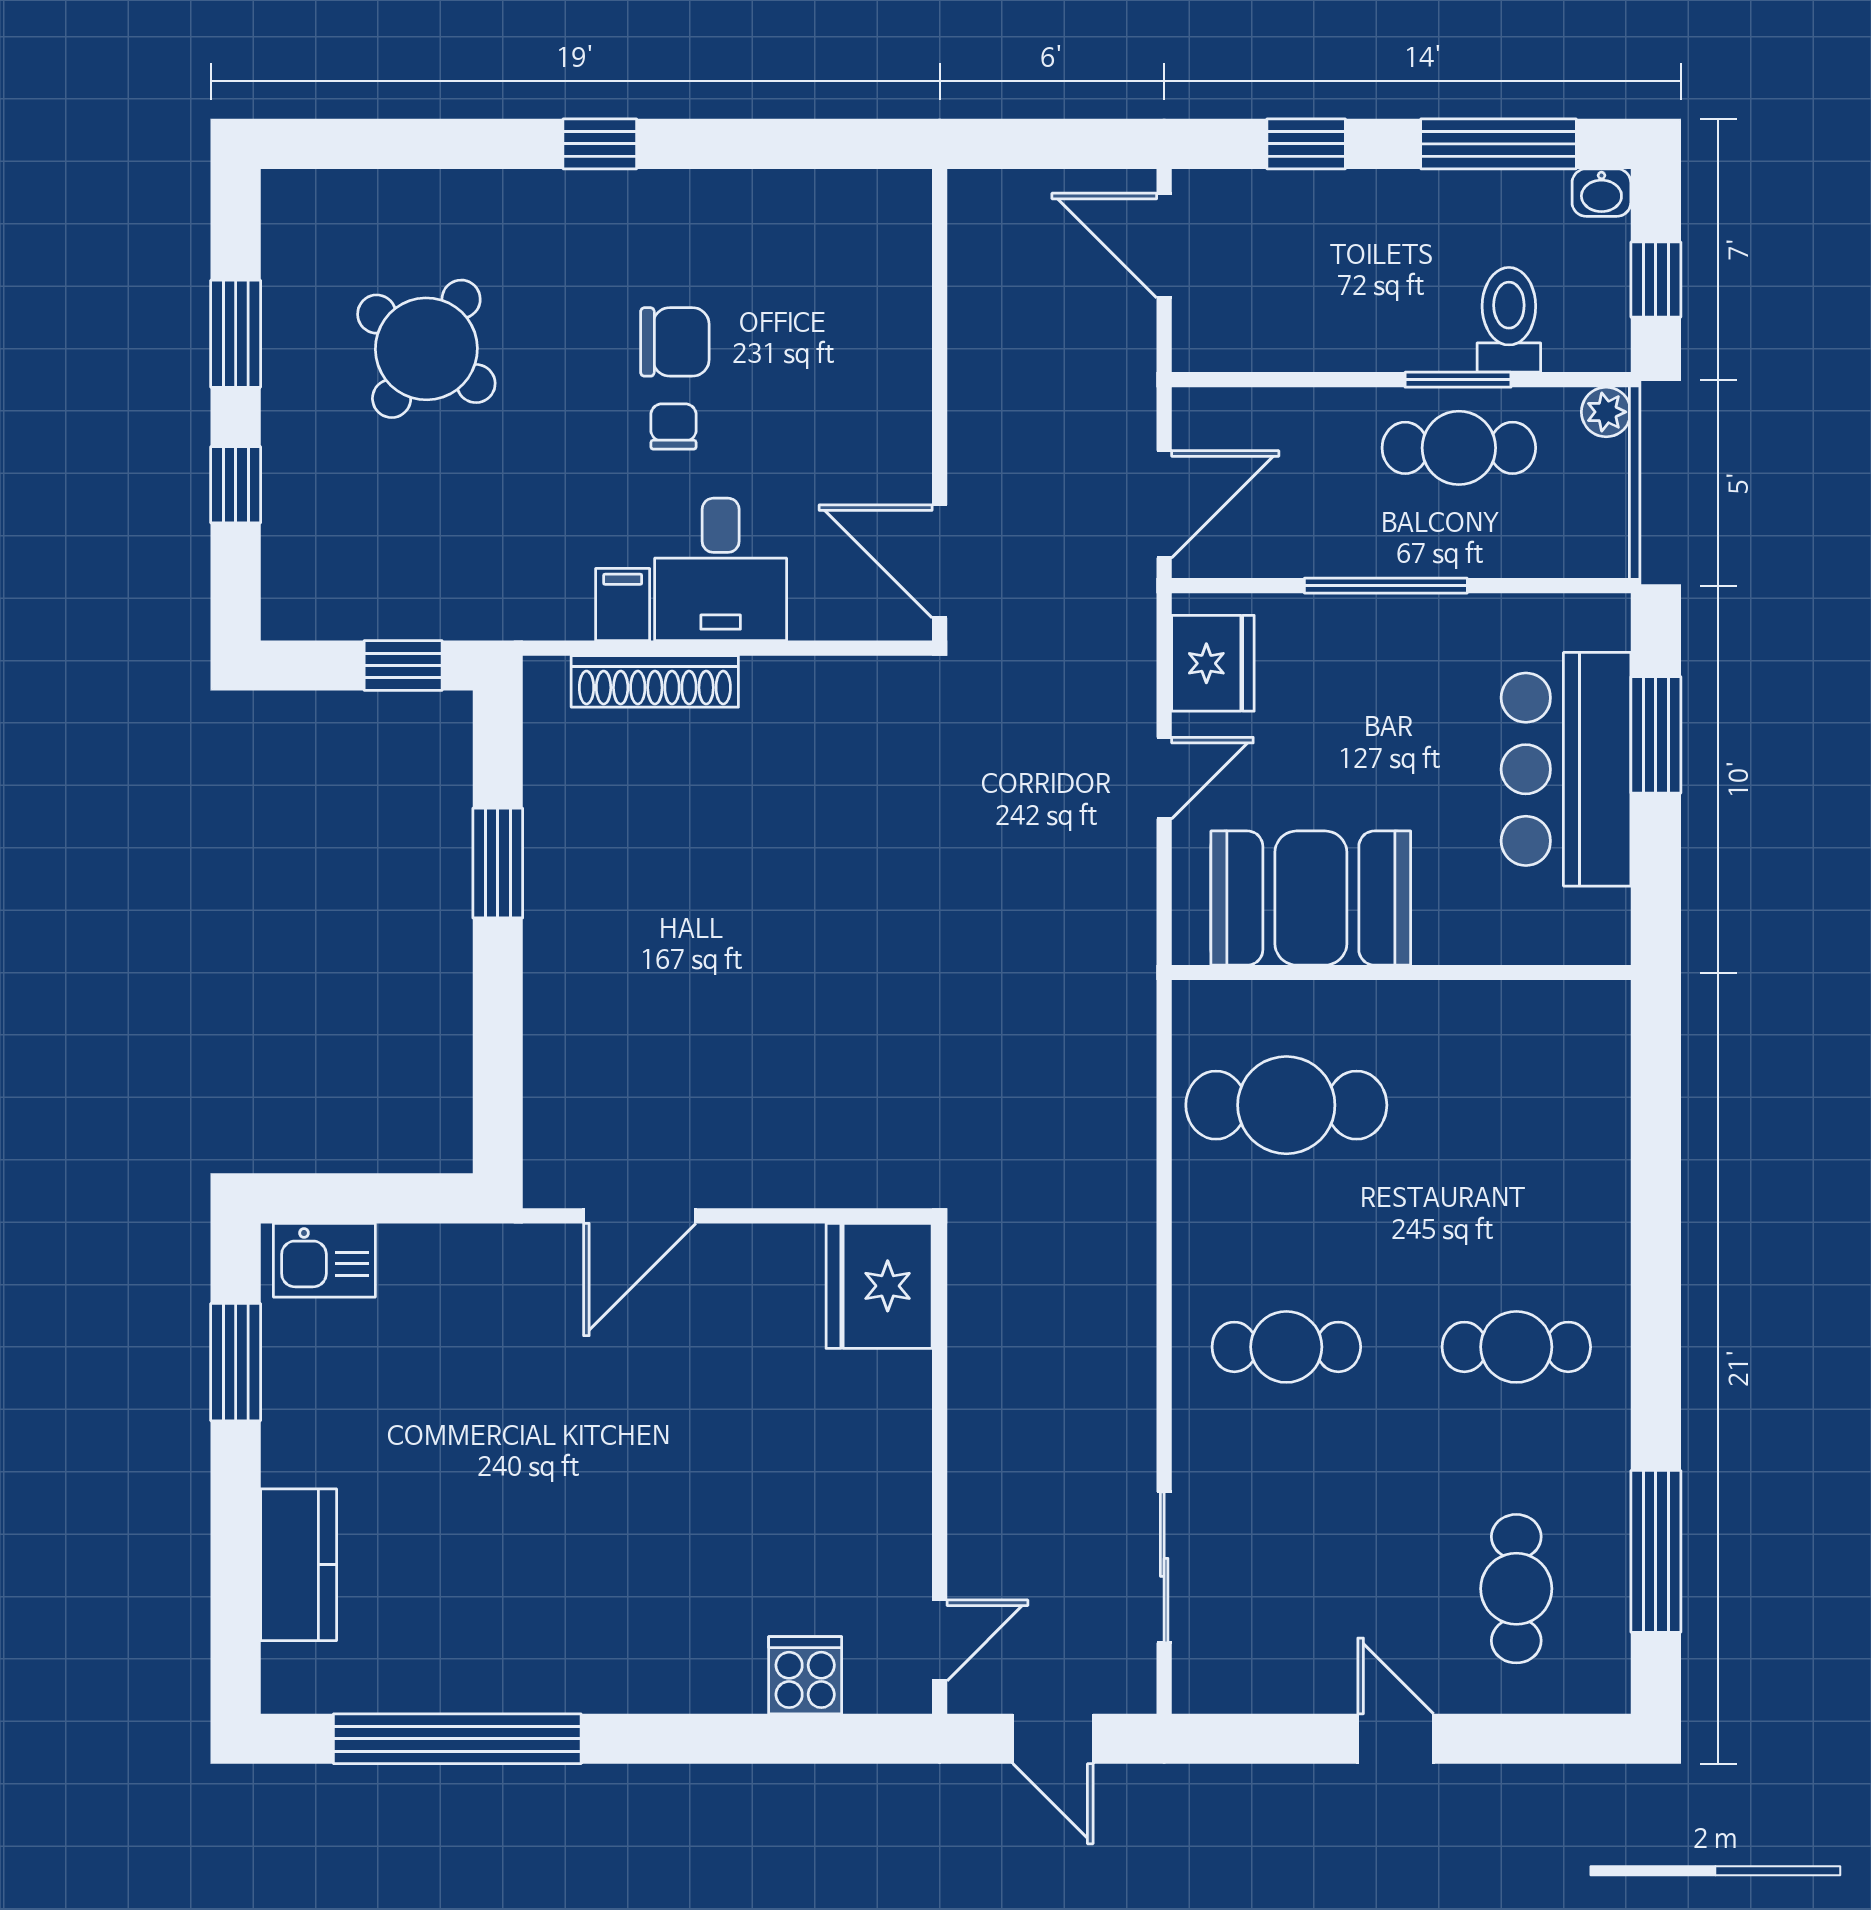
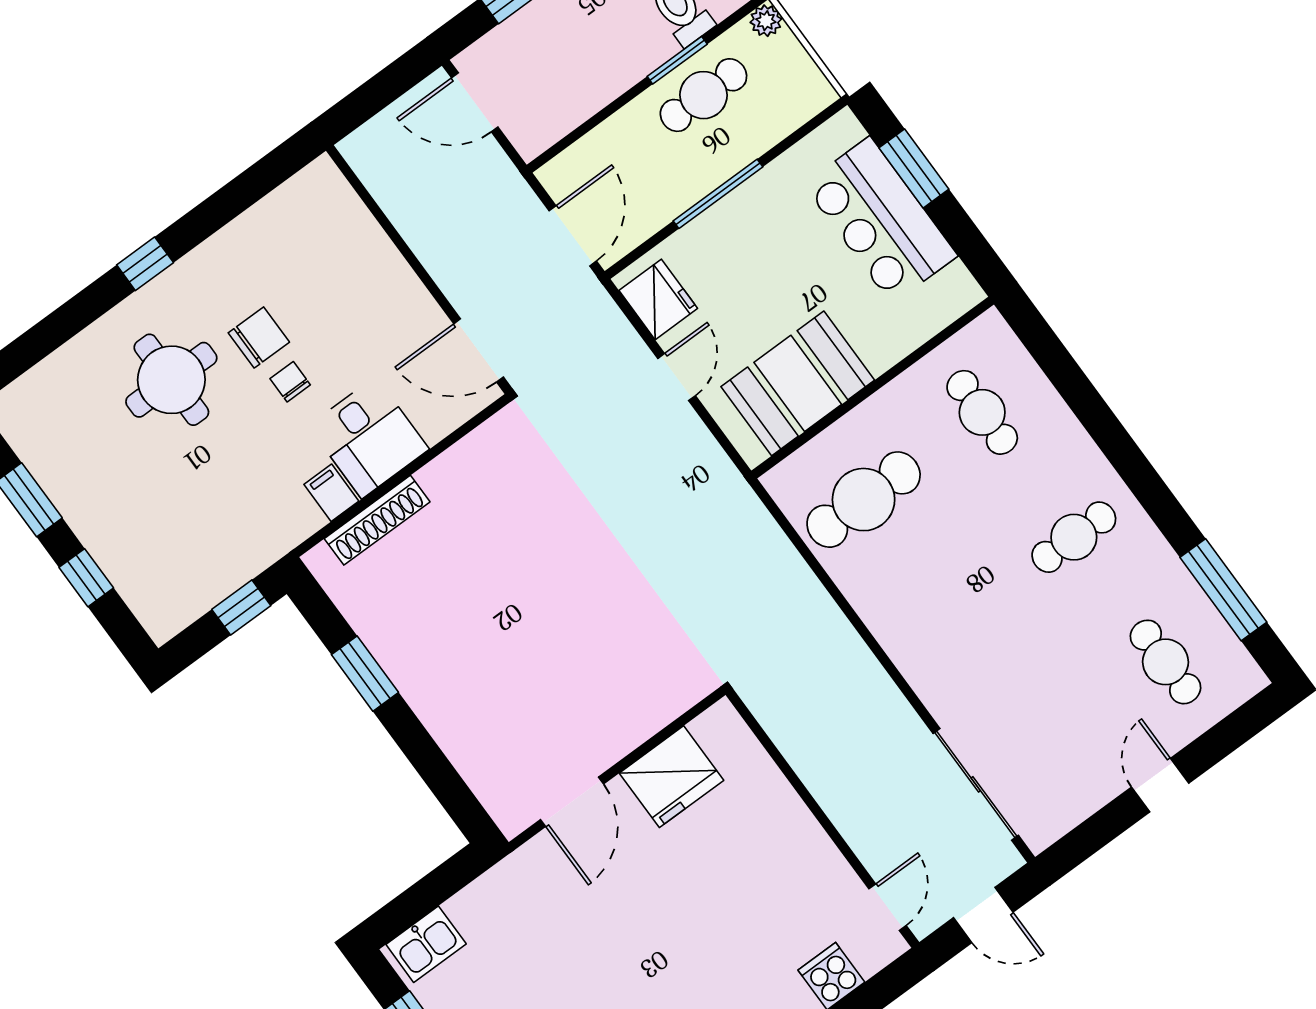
round table: (426, 349) -> (171, 380), moved, turned -35
fridge: (879, 1286) -> (671, 777), moved, turned -90
cafe table: (1286, 1347) -> (982, 412), moved, turned 90
sliding door: (1164, 1567) -> (976, 784), width x1.37
door: (1396, 1739) -> (1160, 785), hinge flipped

